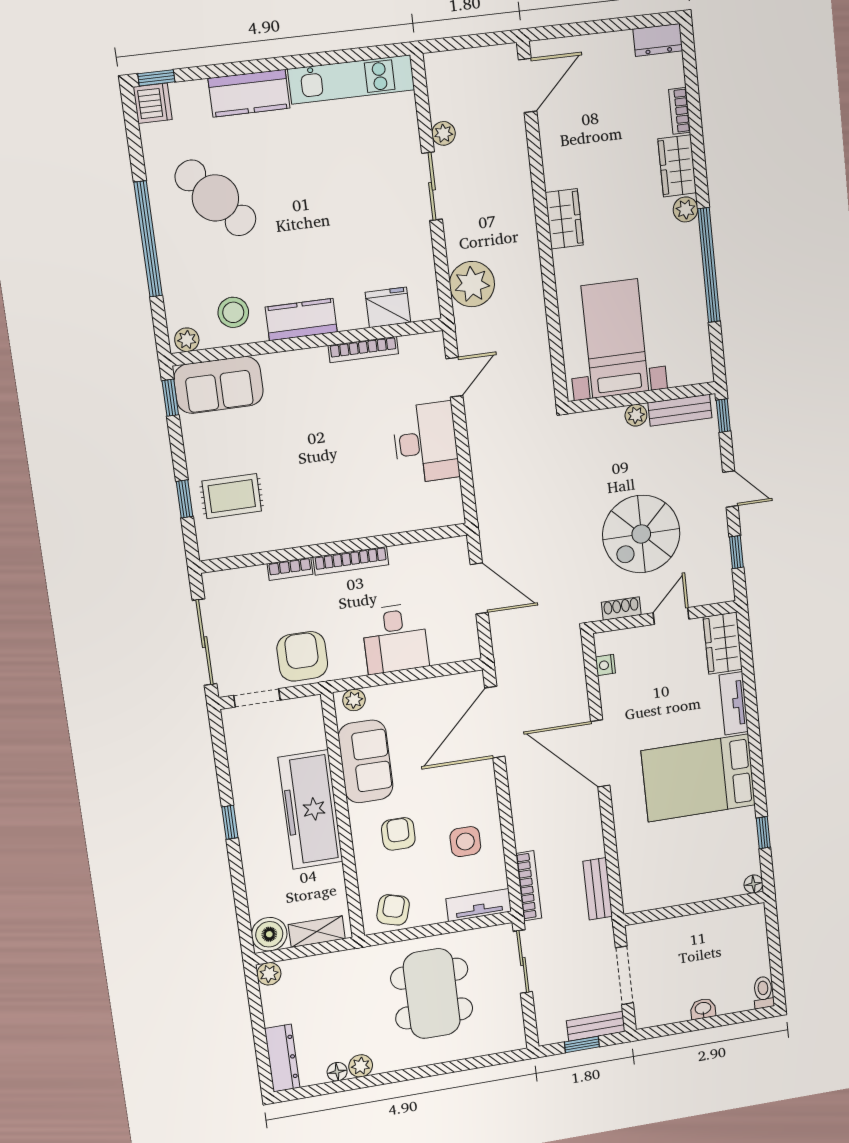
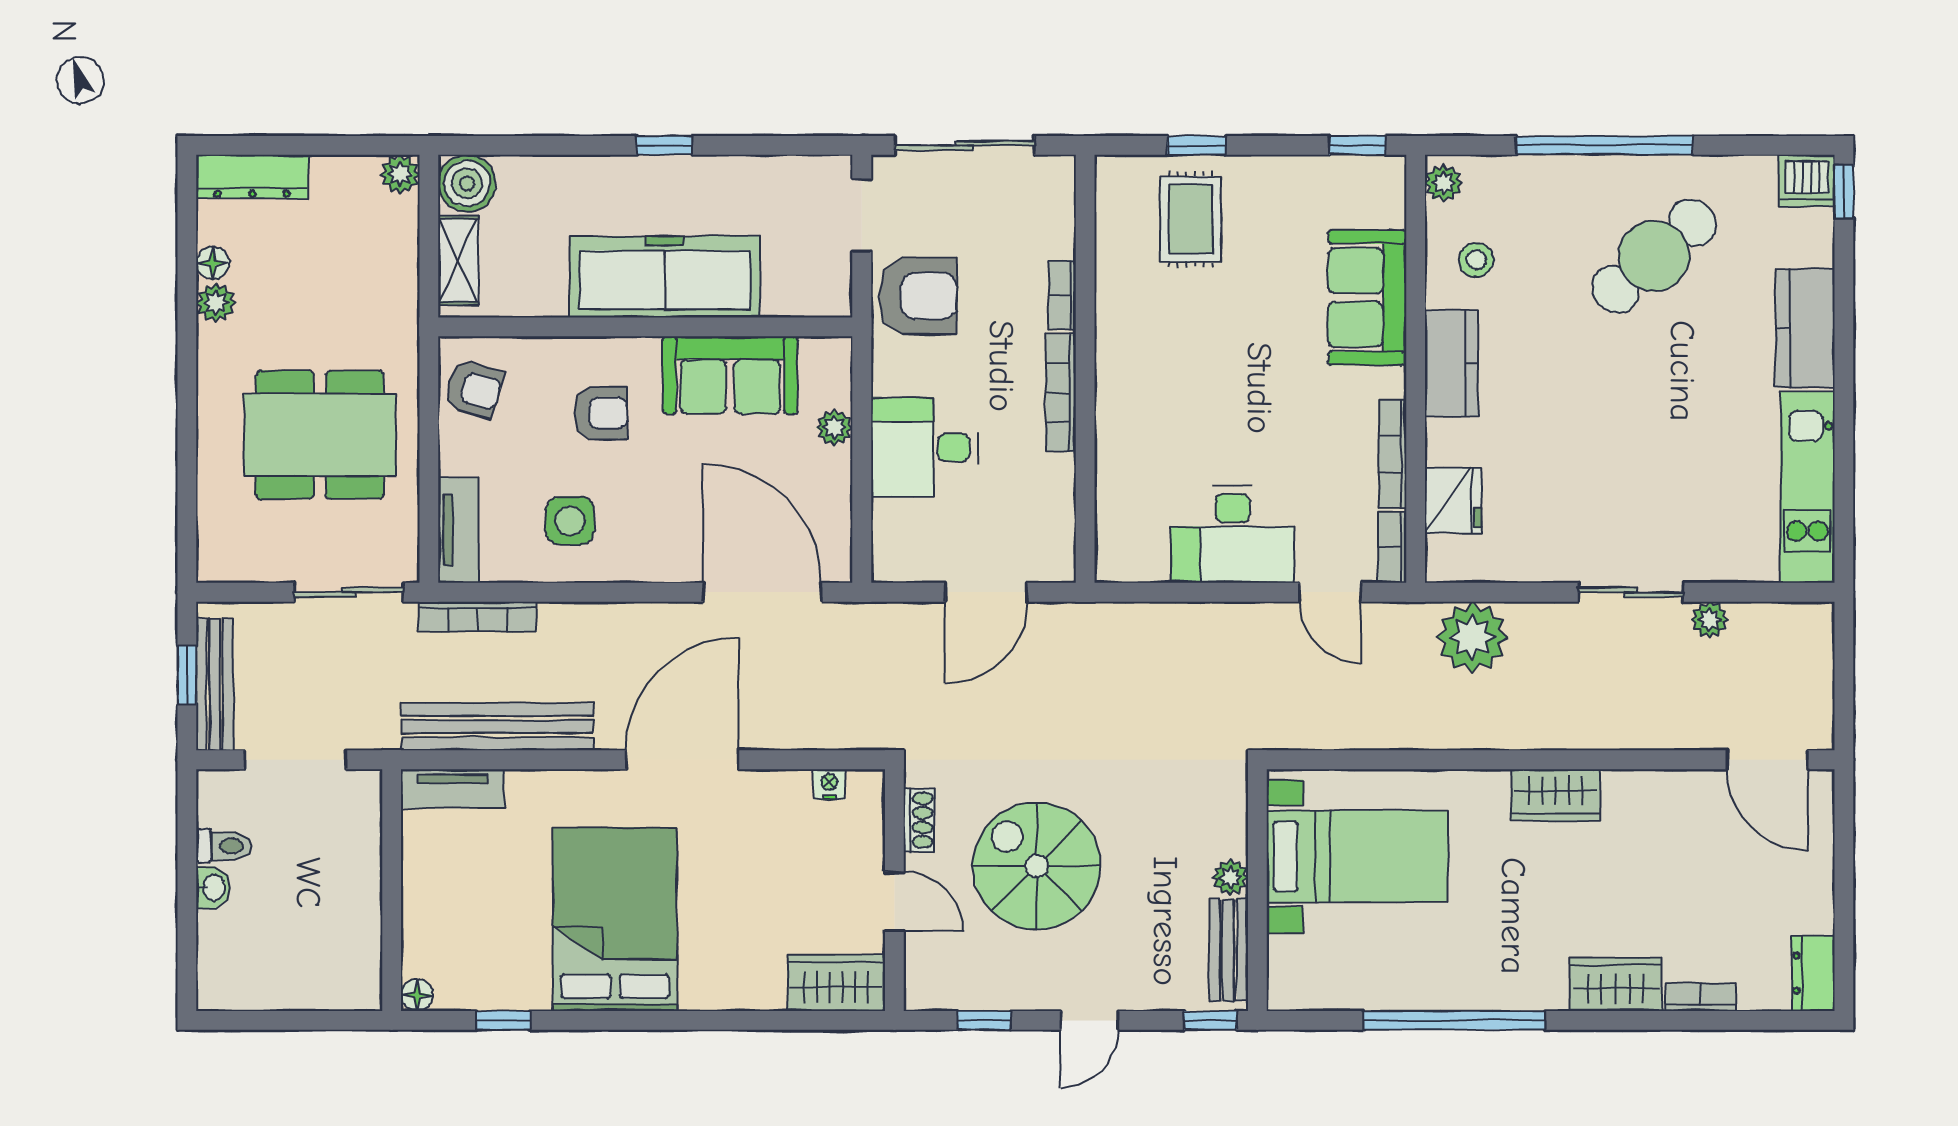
plant: (686, 209) -> (1546, 991), removed
stool: (233, 312) -> (1476, 260), width x0.73, depth x0.73
bookcase: (422, 342) -> (1392, 547), added
sofa: (219, 385) -> (1367, 298), moved
plant: (354, 700) -> (834, 428), moved
tv unit: (734, 703) -> (453, 789), moved, turned 180
bench: (598, 889) -> (497, 727), width x1.86, depth x1.21
toilet: (763, 992) -> (224, 846), moved
bench: (596, 1026) -> (215, 684), width x1.36

